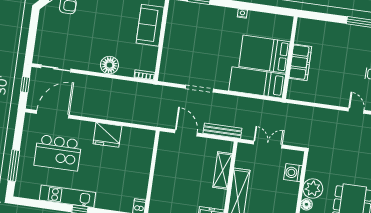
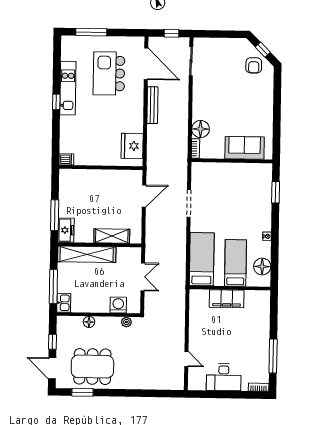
floor lamp: (272, 22) -> (262, 267), added
bed: (264, 54) -> (236, 263), width x0.67
floor lamp: (109, 65) -> (201, 129), moved
door: (356, 111) -> (186, 359), hinge flipped
bench: (222, 131) -> (152, 105), moved
fridge: (107, 135) -> (132, 146), moved
plant: (313, 189) -> (126, 322), moved, width x0.53, depth x0.53

